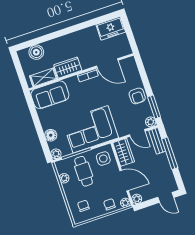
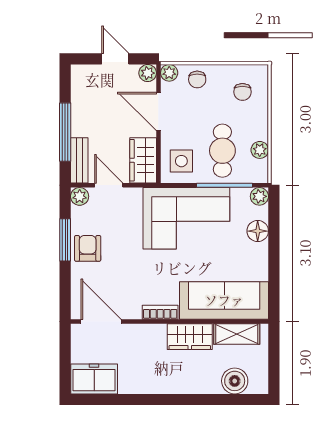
door: (107, 63) -> (101, 321), moved
sofa: (50, 95) -> (224, 300), width x1.36
window: (154, 107) -> (65, 240), moved
door: (166, 197) -> (115, 59), moved

